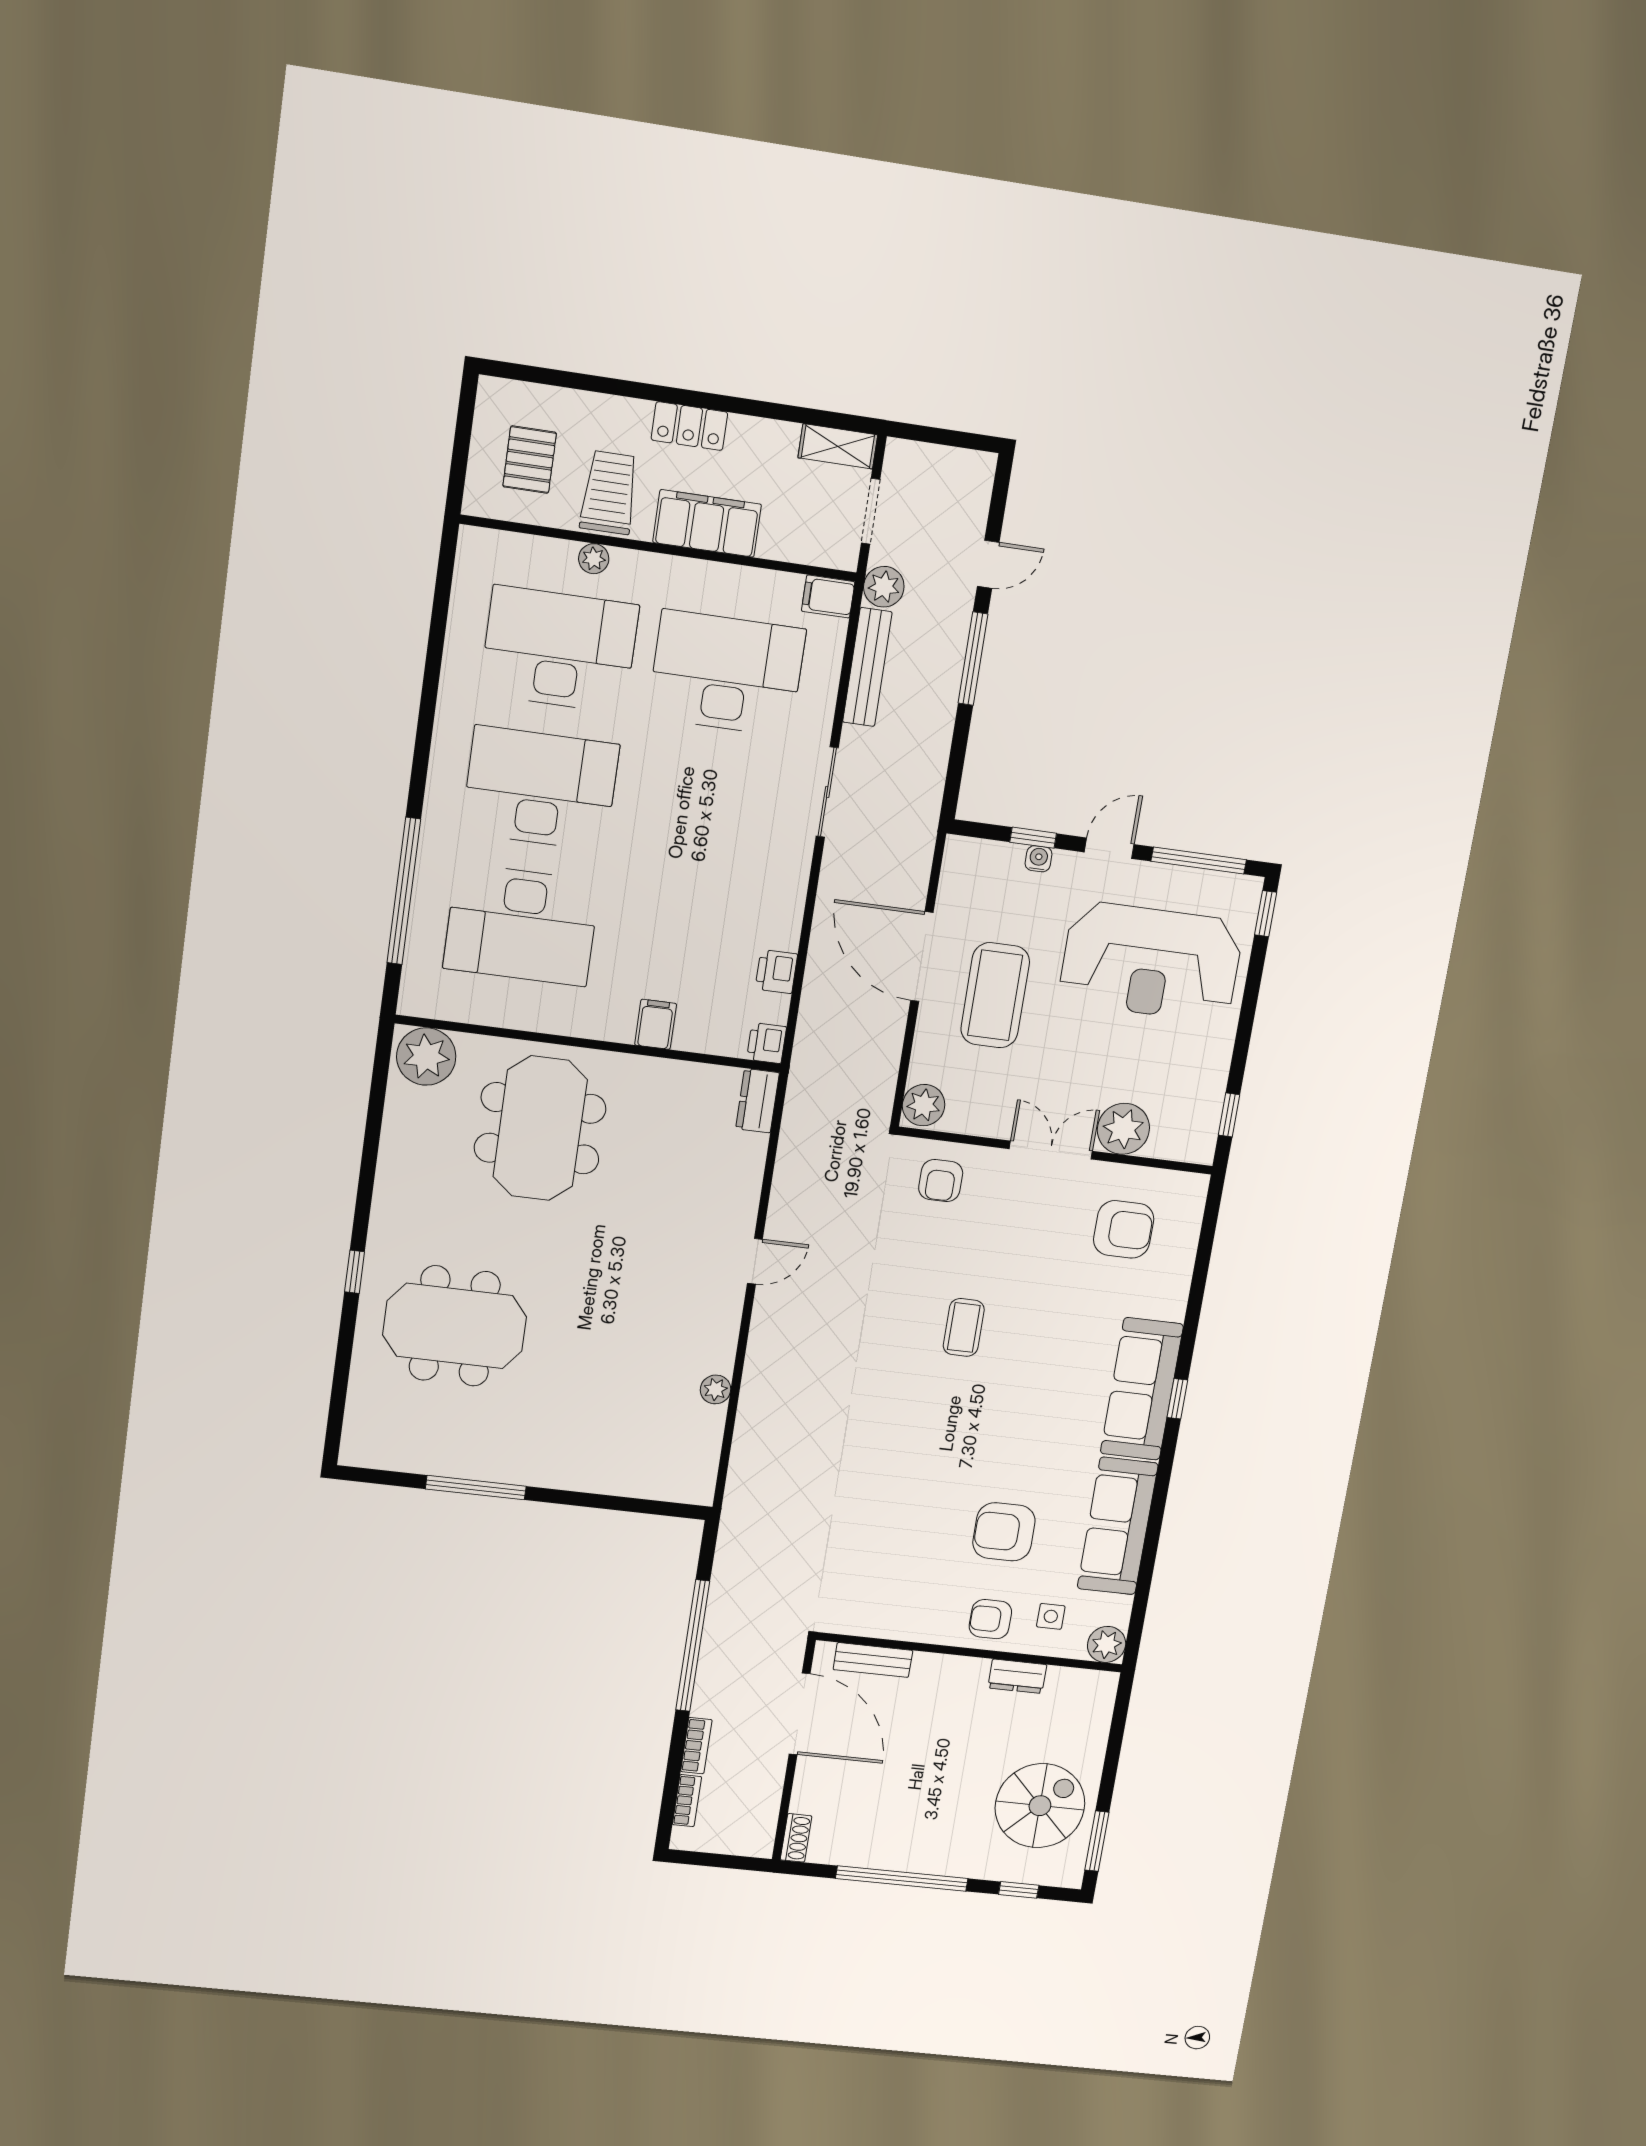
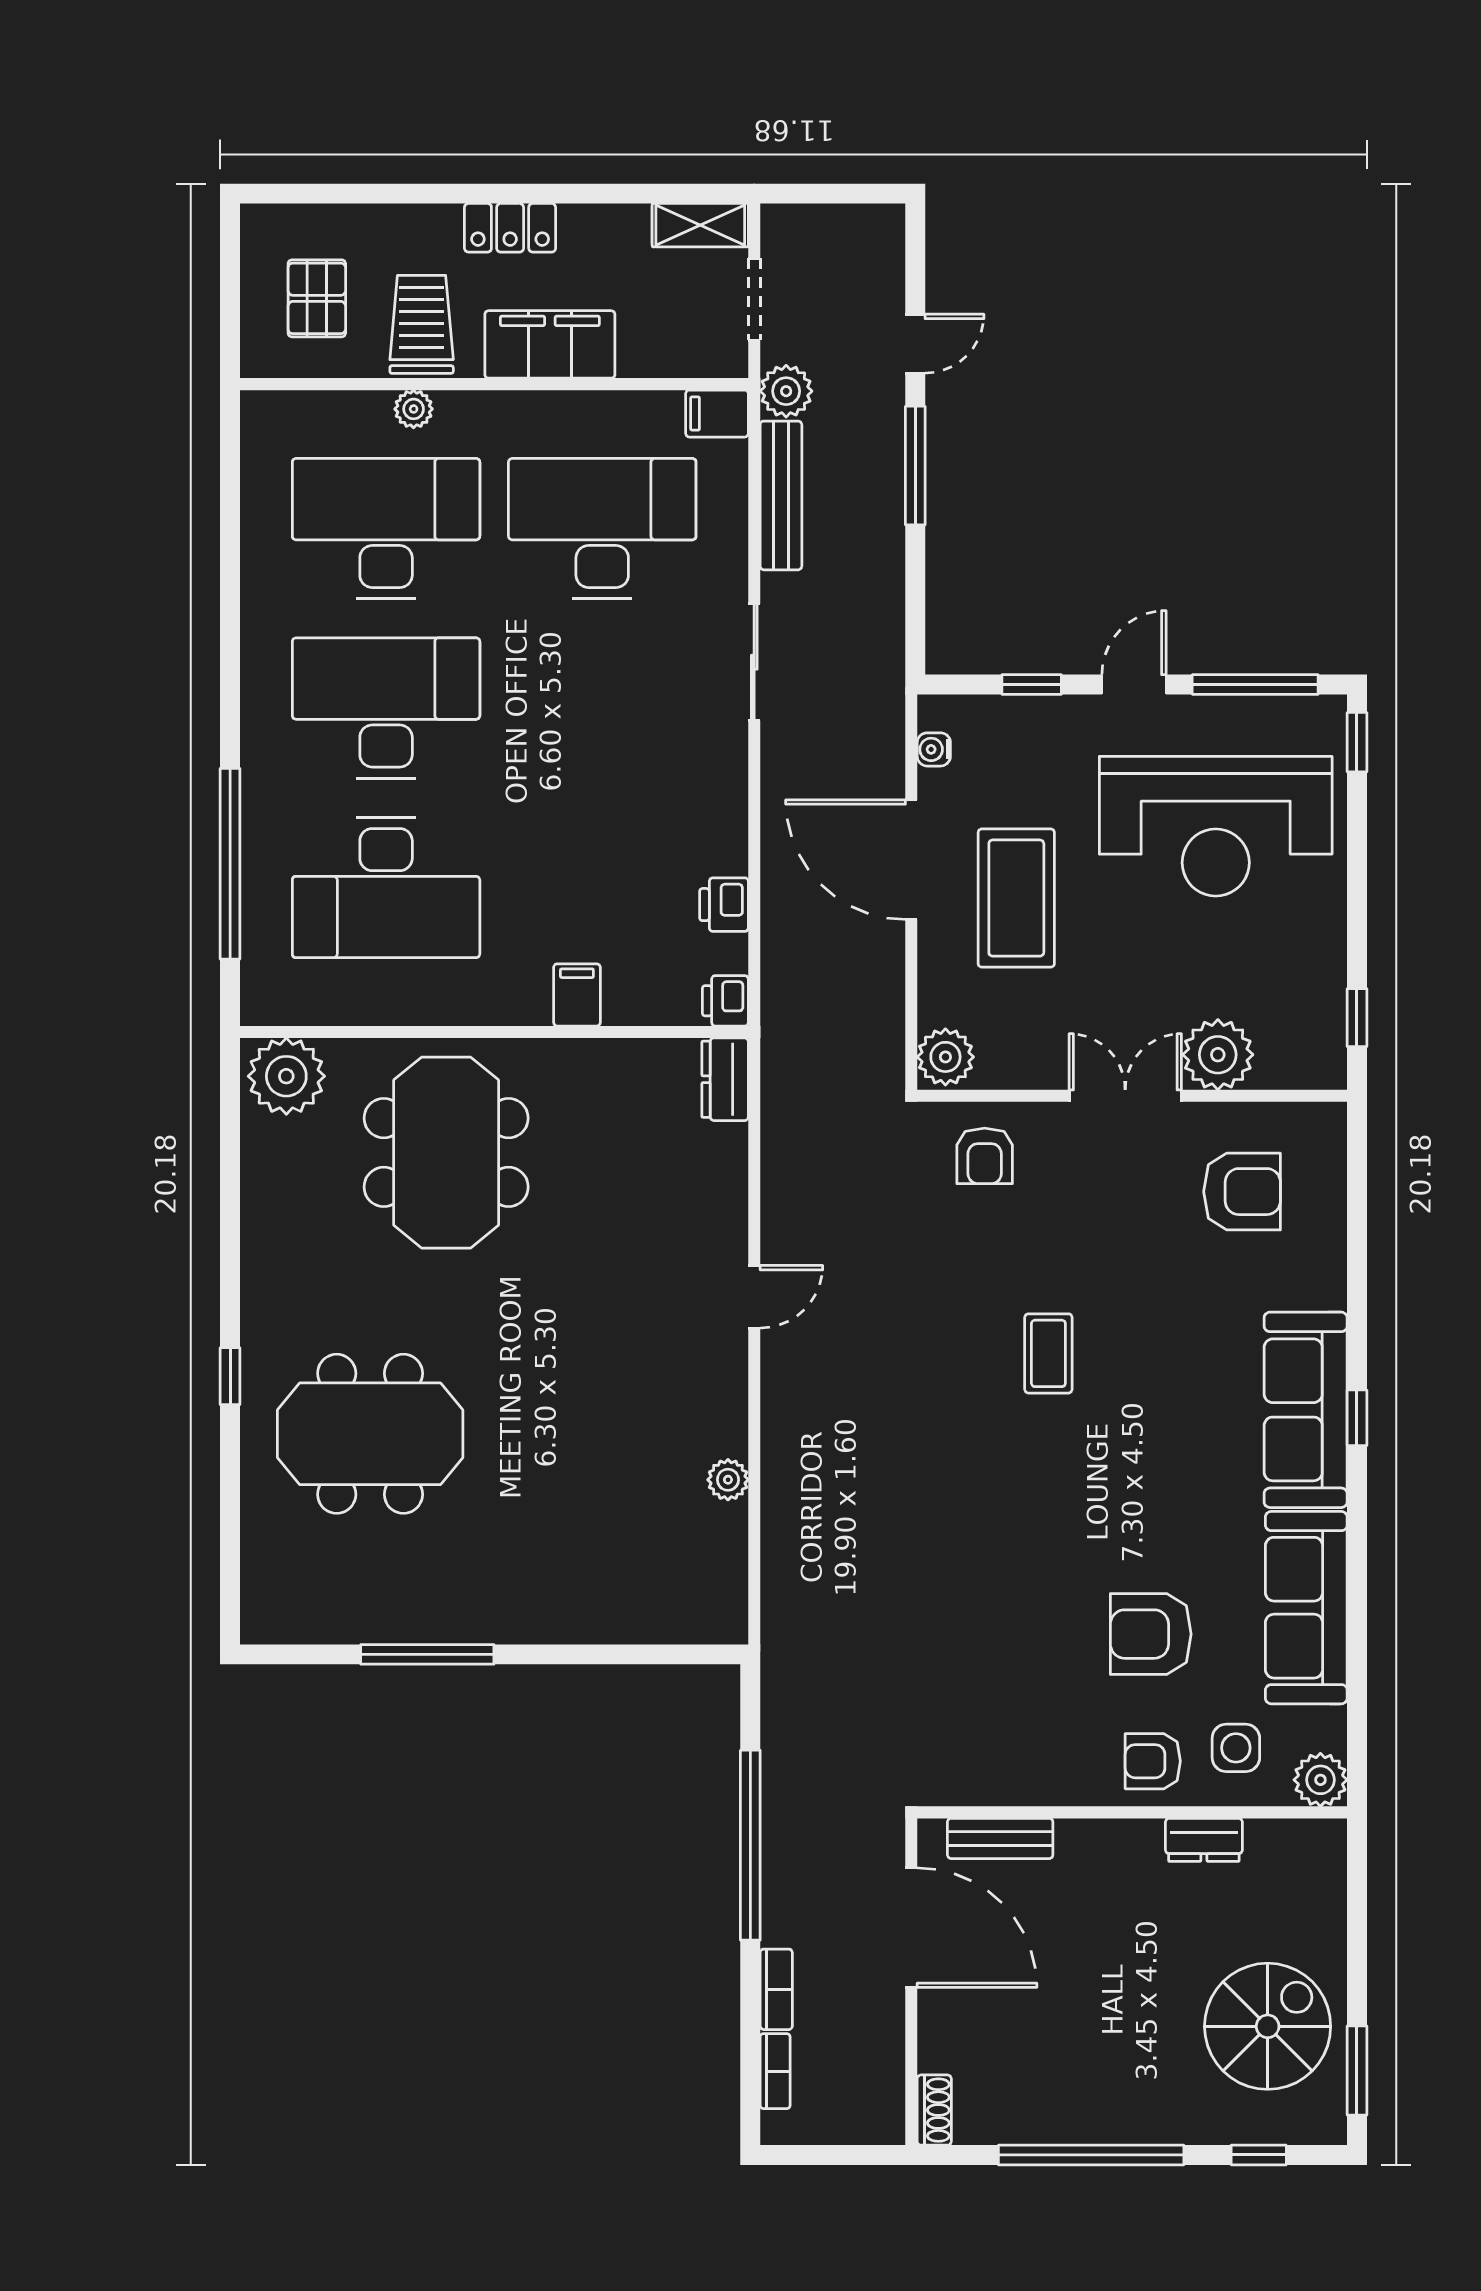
water cooler: (1038, 859) -> (934, 749), moved, turned -90
side table: (1051, 1616) -> (1236, 1748), width x1.37, depth x1.37

